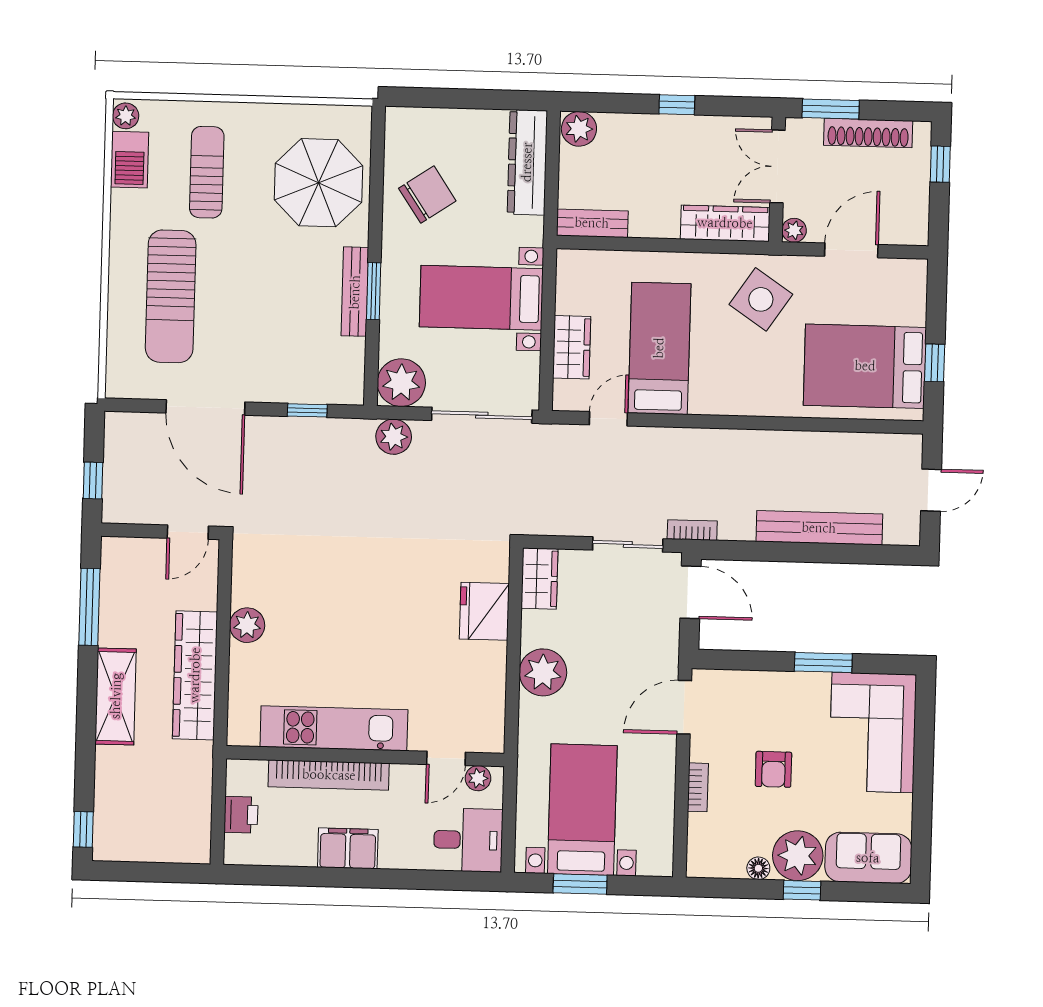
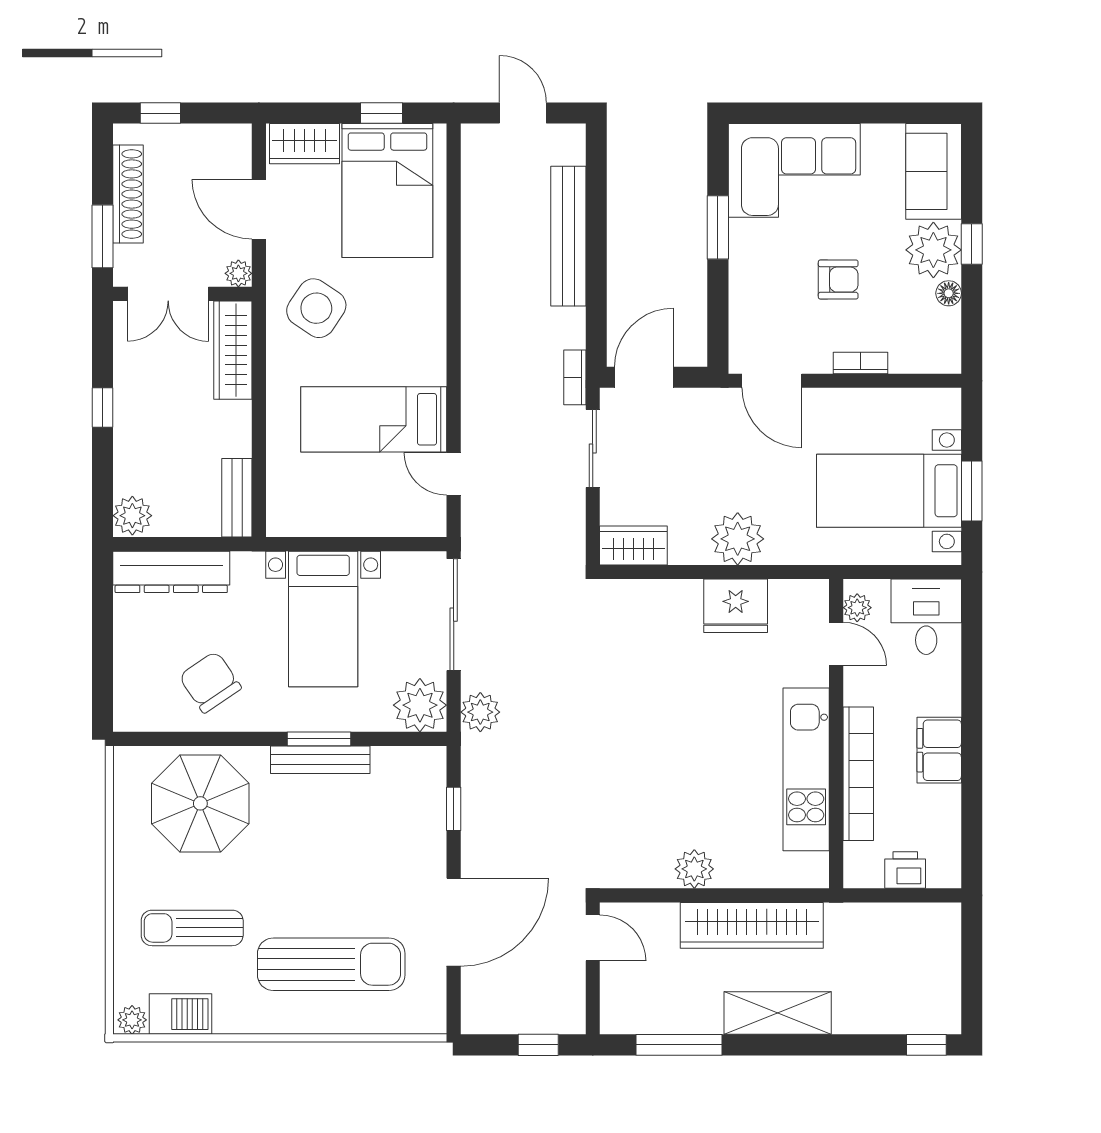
wardrobe: (572, 347) -> (305, 144), moved, turned 180
fridge: (484, 611) -> (736, 606), moved

